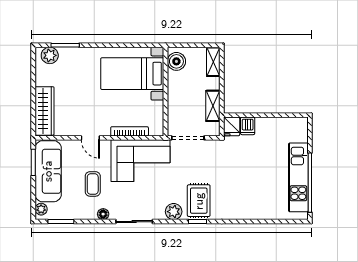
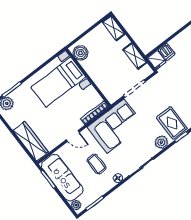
boiler: (176, 61) -> (80, 53), moved
bed with nightstands: (132, 74) -> (58, 82), moved
wall: (166, 92) -> (88, 77), moved

